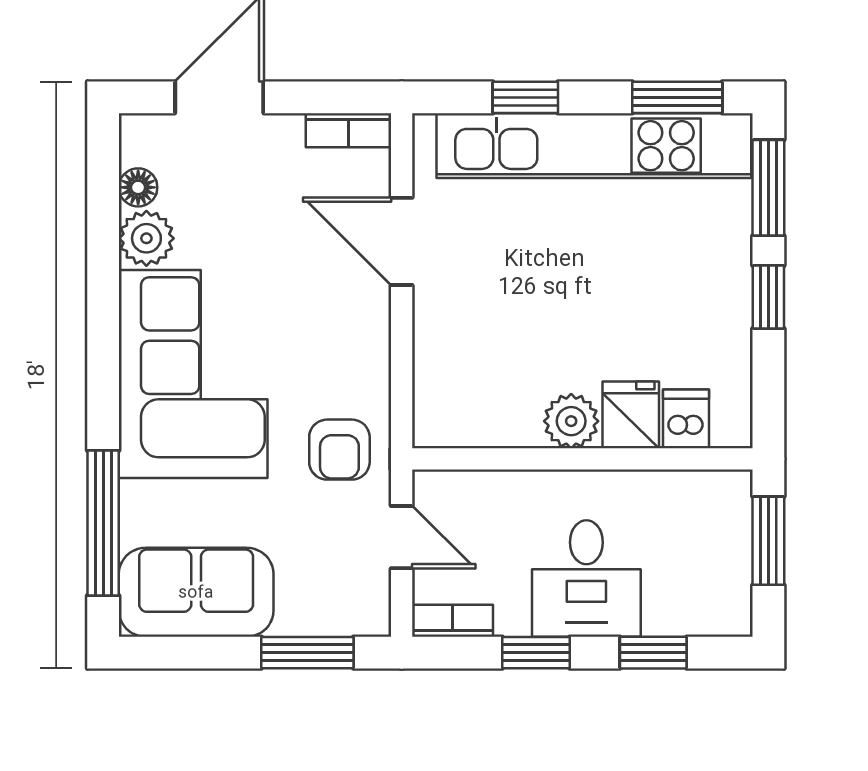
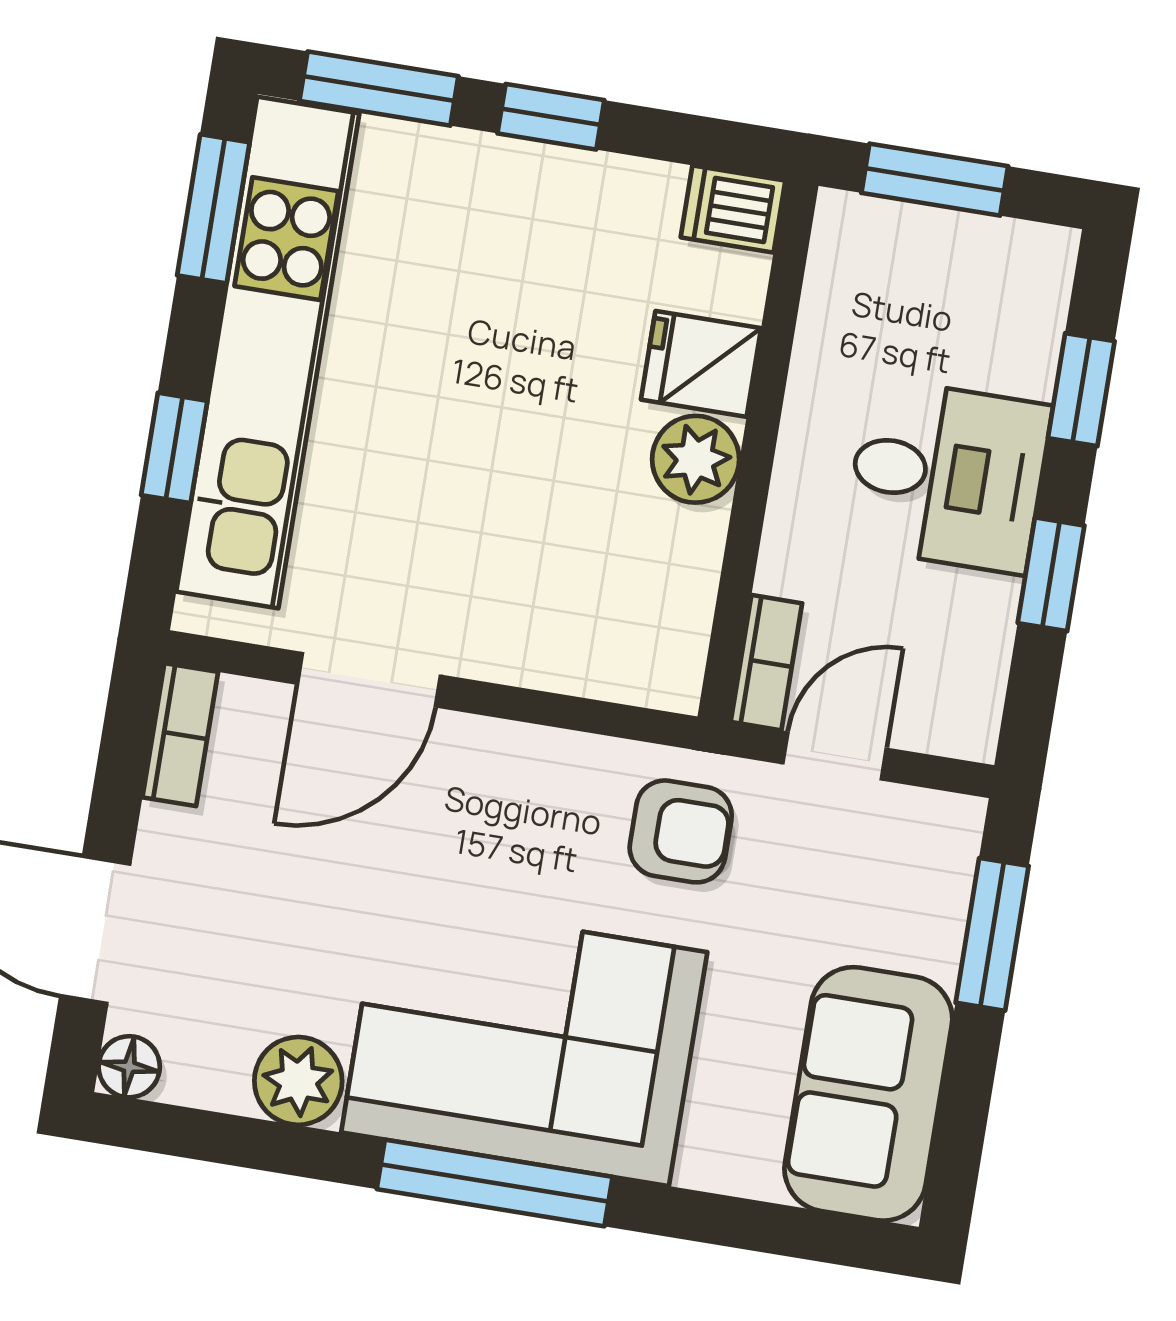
floor lamp: (138, 187) -> (129, 1067), moved
dishwasher: (686, 419) -> (733, 209), moved
window: (103, 523) -> (495, 1183), moved
bookcase: (453, 621) -> (766, 663), moved, turned 180

